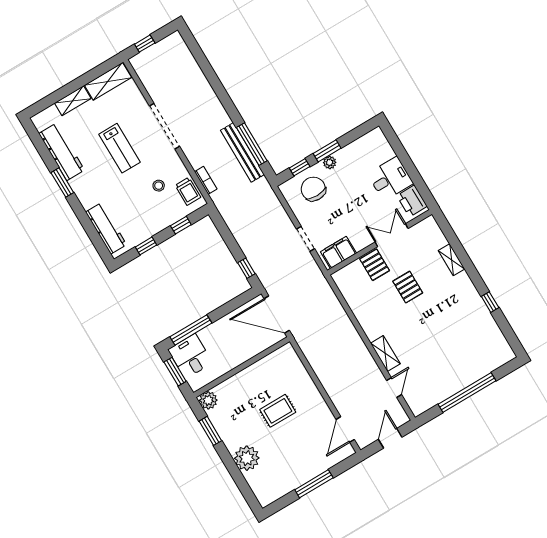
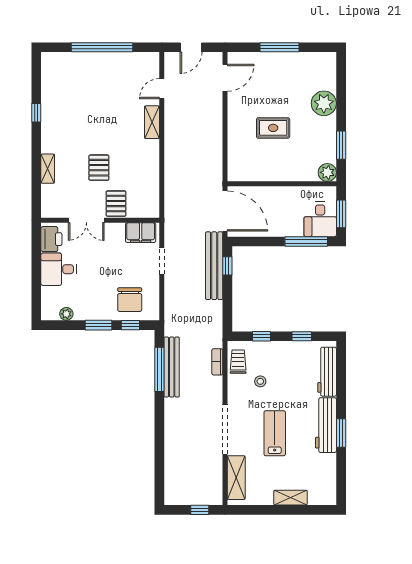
shelving: (108, 81) -> (236, 478), moved, turned 90
workbench: (62, 152) -> (326, 425), moved
plant: (330, 162) -> (66, 314), moved
bench: (258, 262) -> (214, 266), added

